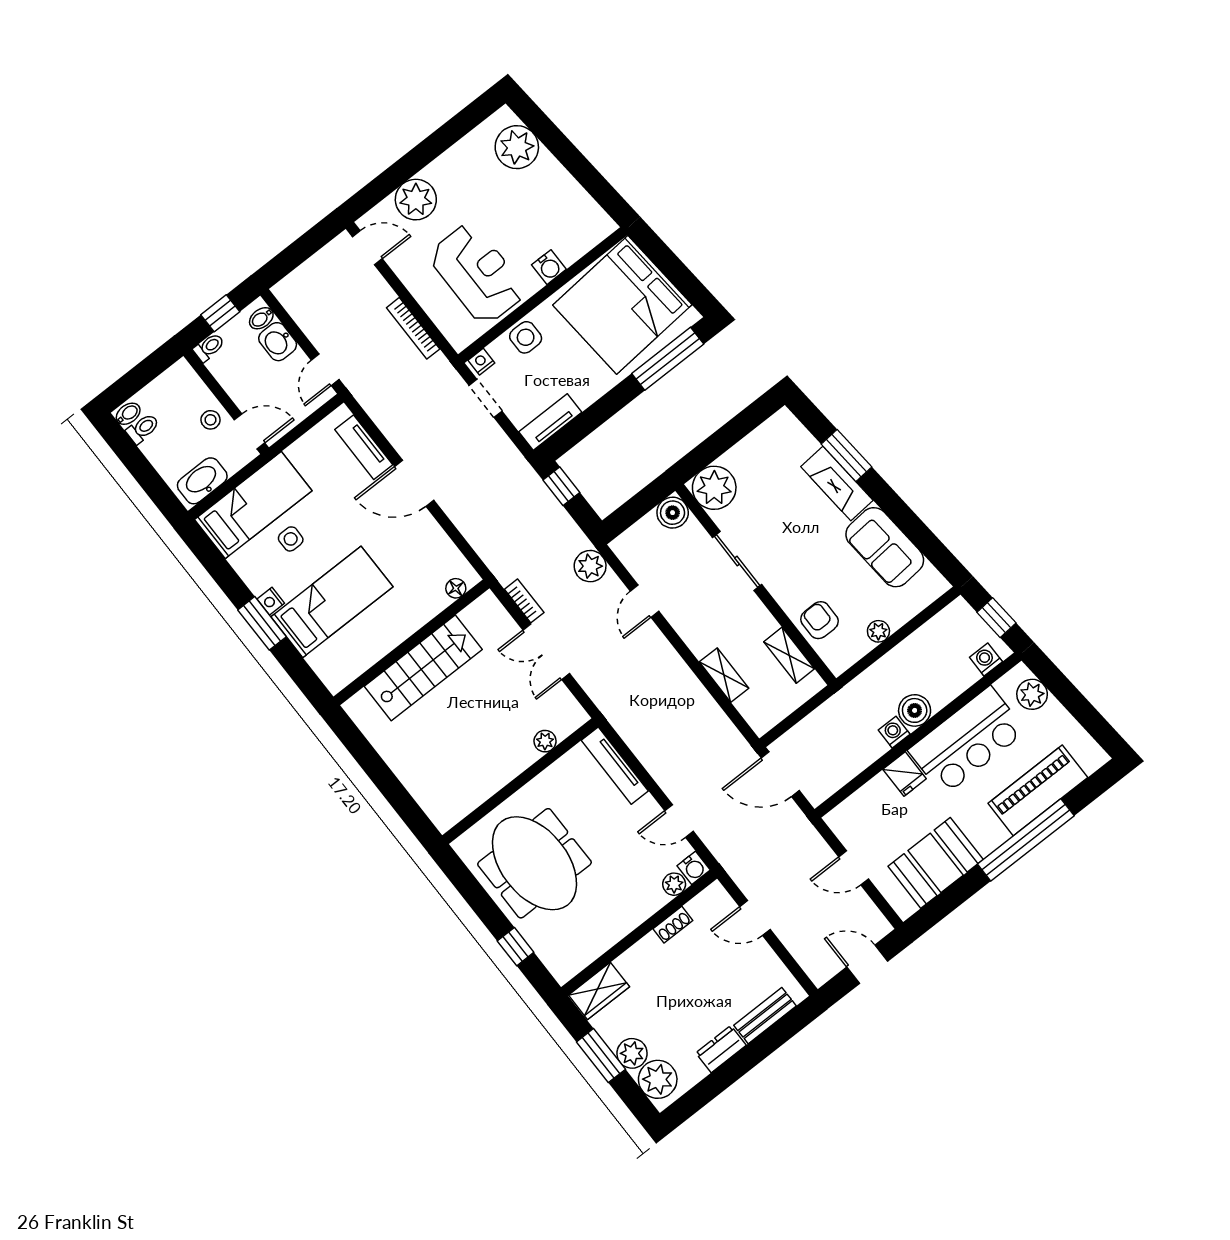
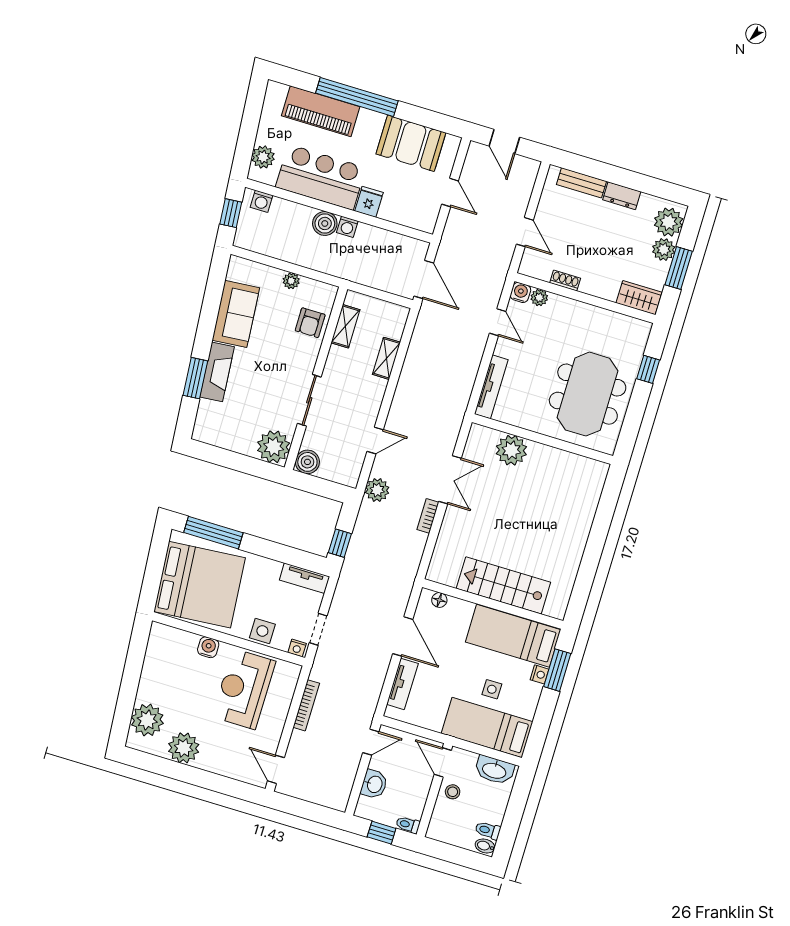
plant: (416, 200) -> (184, 748), moved
bidet: (261, 318) -> (367, 805), removed
floor lamp: (456, 588) -> (439, 600), moved
wall: (411, 642) -> (493, 604), moved
stairs: (423, 668) -> (503, 585), moved
plant: (545, 741) -> (511, 450), width x1.87, depth x1.87

